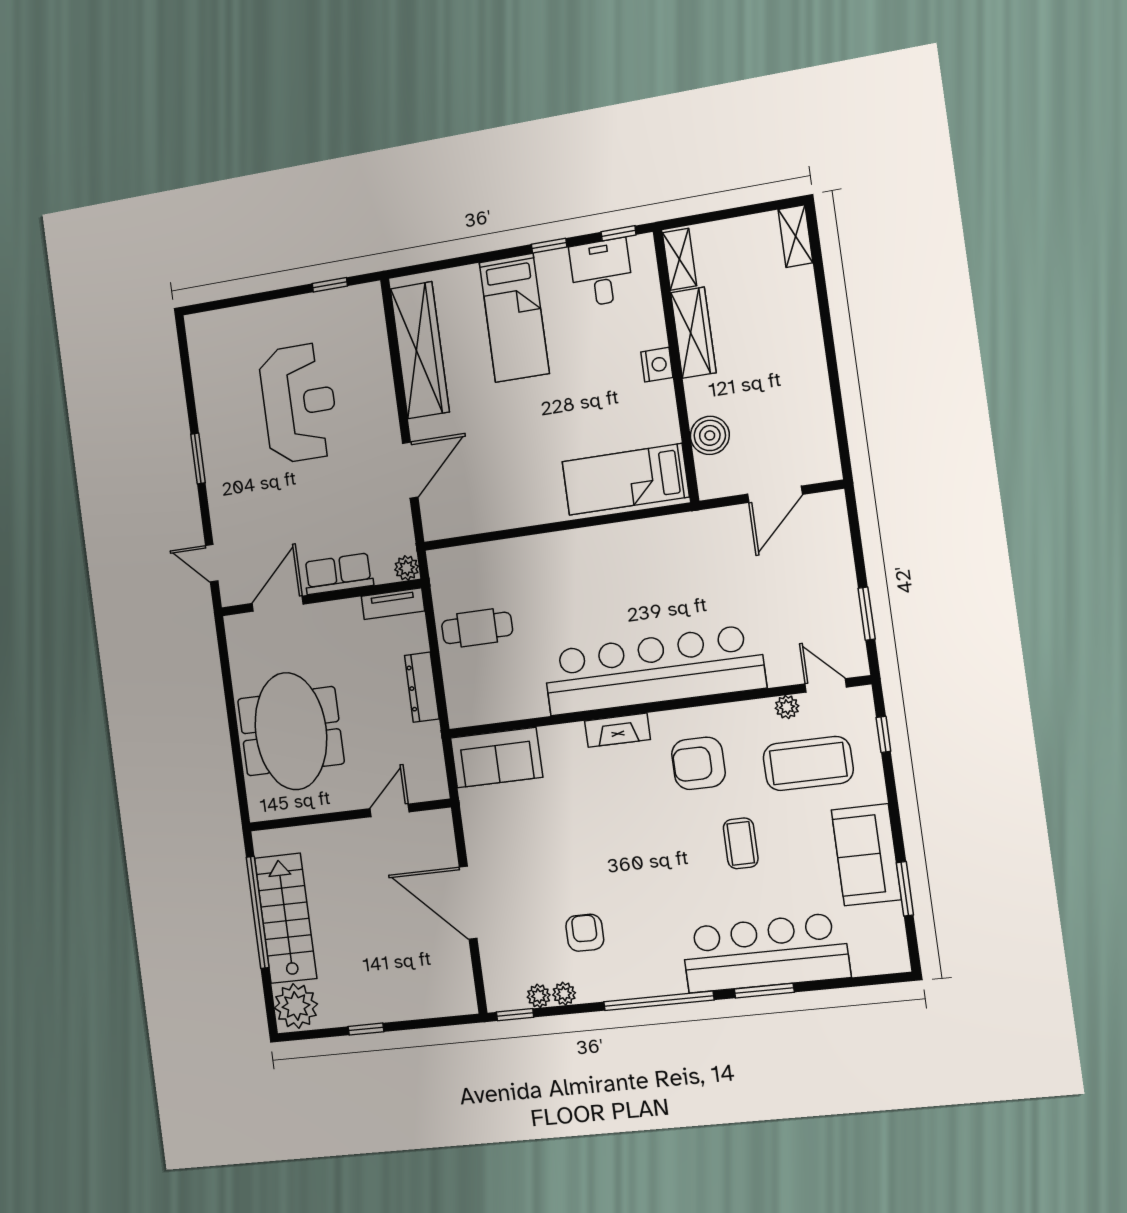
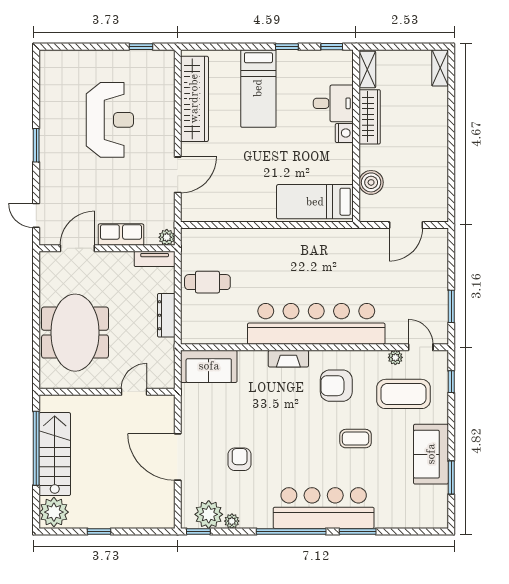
desk: (601, 273) -> (333, 103), moved, turned 90
coffee table: (741, 843) -> (356, 439), turned 90
armchair: (585, 933) -> (240, 459), moved
bar counter: (765, 953) -> (324, 508), moved
plant: (539, 996) -> (209, 514), width x1.88, depth x1.88

